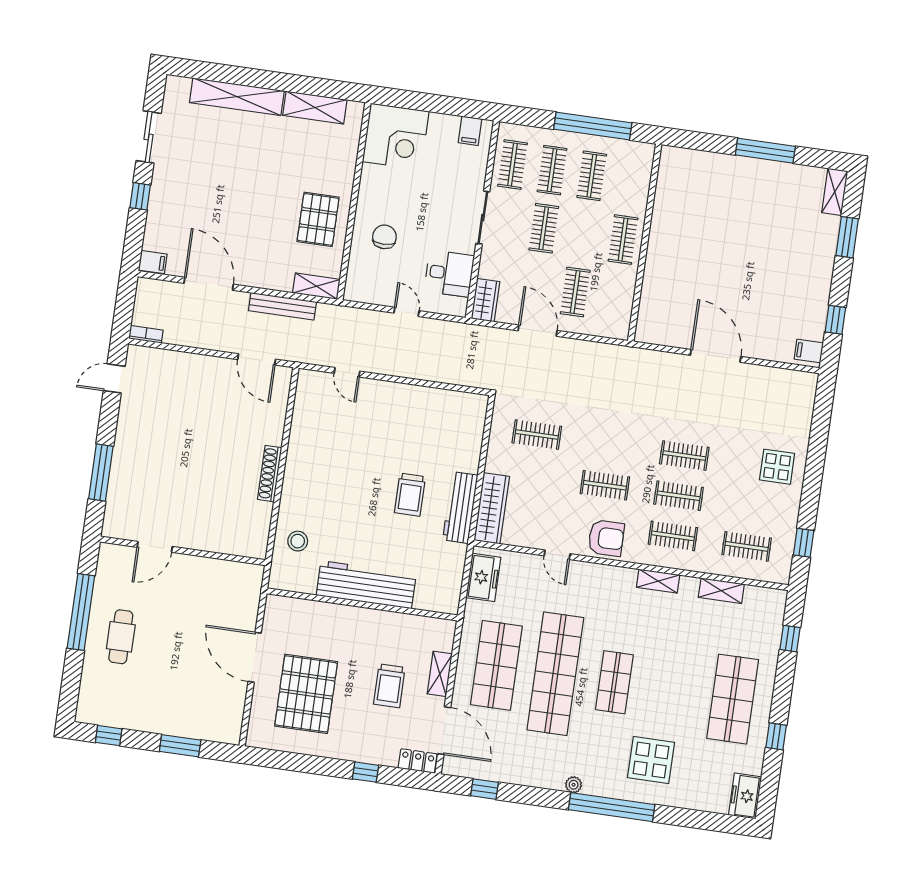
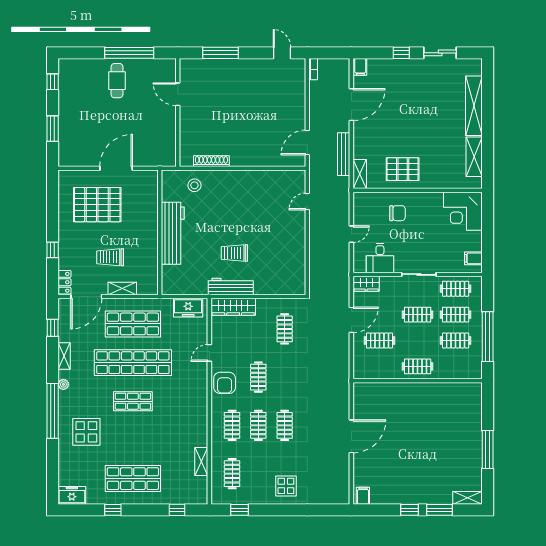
window: (835, 320) -> (410, 510), moved
shoe rack: (270, 474) -> (211, 161), moved
shelving: (658, 581) -> (64, 356), moved
cafe table: (121, 637) -> (117, 81), turned 90

